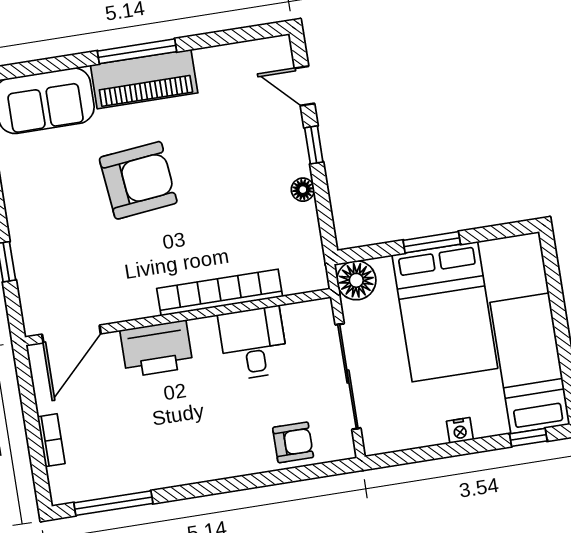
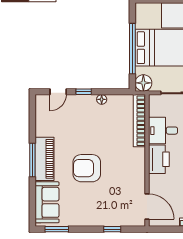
armchair: (138, 180) -> (87, 168), turned -84
window: (432, 242) -> (132, 49), width x2.11
bookcase: (220, 292) -> (139, 121), moved
printer: (156, 349) -> (159, 159), moved

